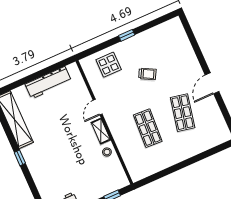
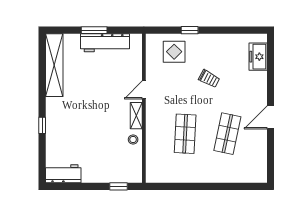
window: (127, 35) -> (190, 30), moved
freezer: (180, 38) -> (258, 57), added
window: (35, 76) -> (94, 30), added
window: (20, 158) -> (42, 125), moved

